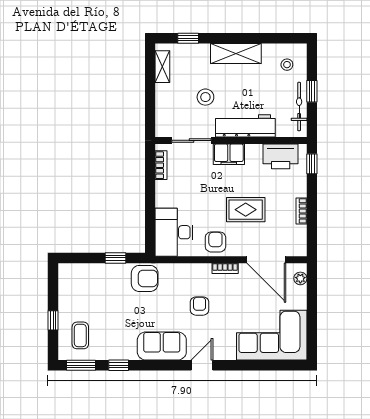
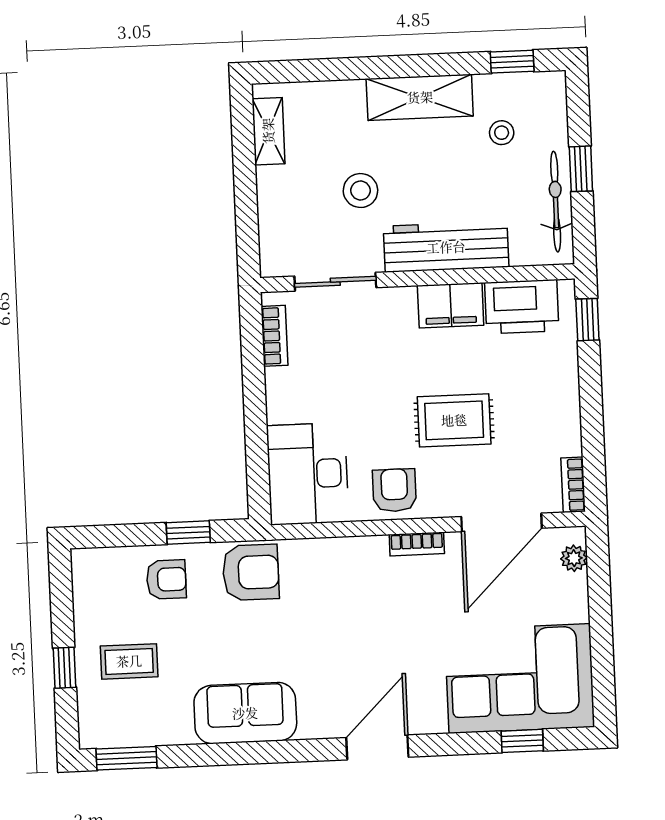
window: (188, 38) -> (512, 62), moved
stool: (287, 65) -> (502, 133), moved
filing cabinet: (229, 154) -> (451, 305), moved
bookcase: (302, 211) -> (573, 485), moved
door: (266, 260) -> (502, 522), hinge flipped
armchair: (200, 306) -> (166, 579), moved, turned 90
coffee table: (80, 335) -> (129, 661), moved, turned 90
sofa: (162, 346) -> (245, 713), moved
window: (119, 365) -> (522, 741), moved
door: (202, 365) -> (377, 747), width x1.38

